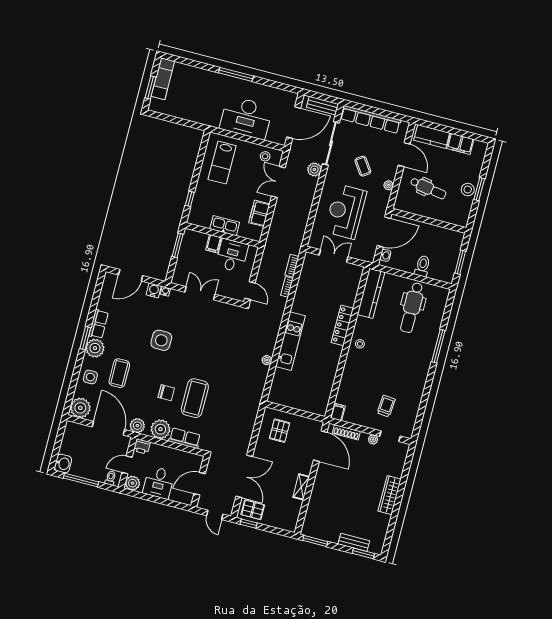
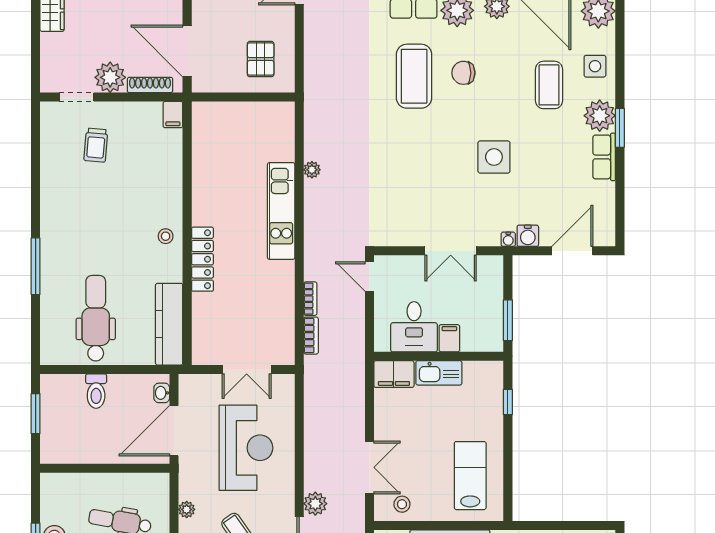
filing cabinet: (259, 213) -> (394, 374), moved, turned 90
plant: (373, 440) -> (110, 77), width x1.87, depth x1.87

